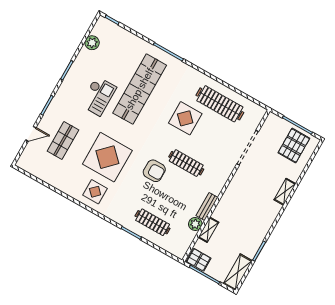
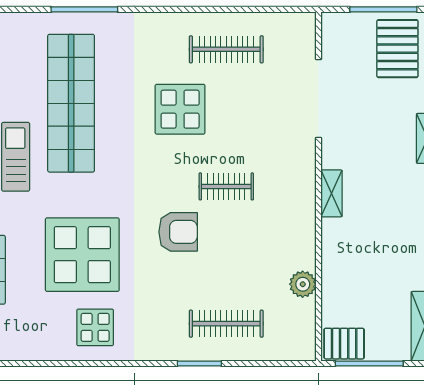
clothes rail: (220, 104) -> (226, 49), width x0.73, depth x0.76
clothes rail: (186, 163) -> (226, 186), width x0.73
bench: (207, 206) -> (306, 242), removed
shelving: (208, 230) -> (332, 193), moved

